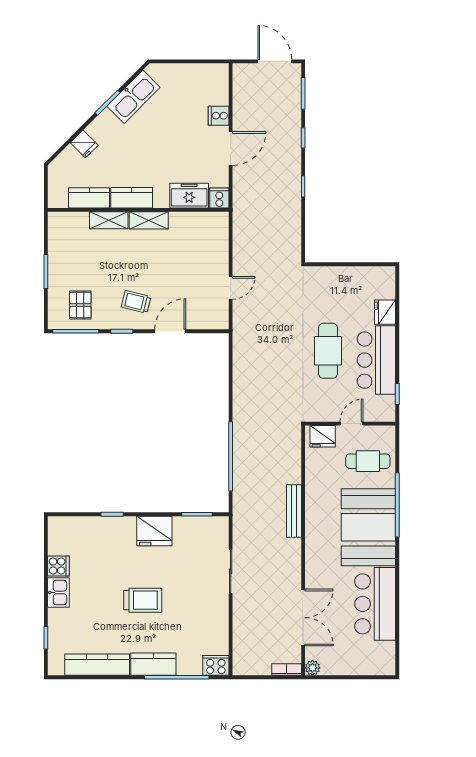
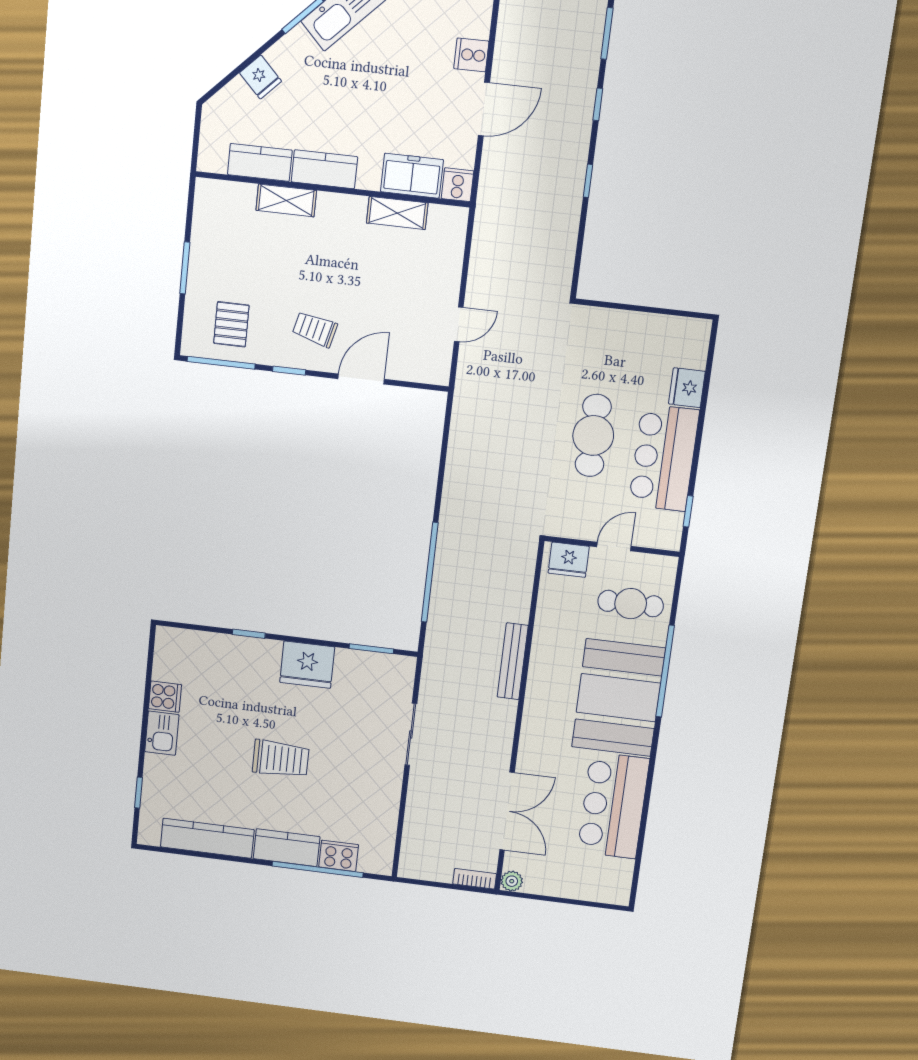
shelving: (149, 220) -> (397, 213), moved
cooker: (216, 665) -> (339, 856), moved

